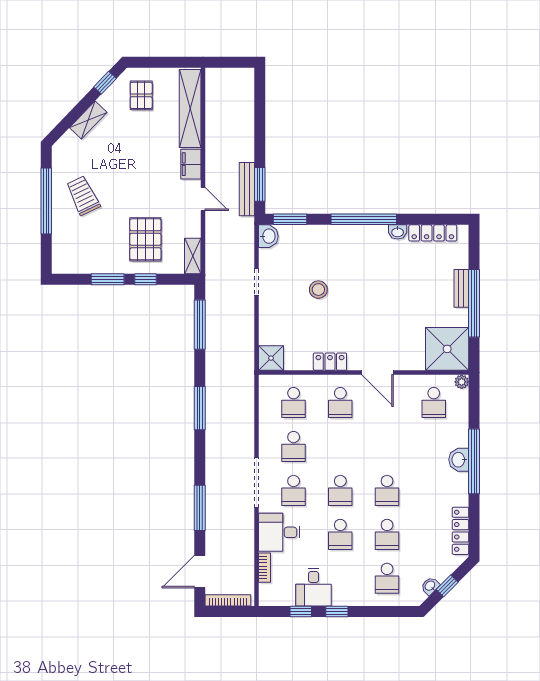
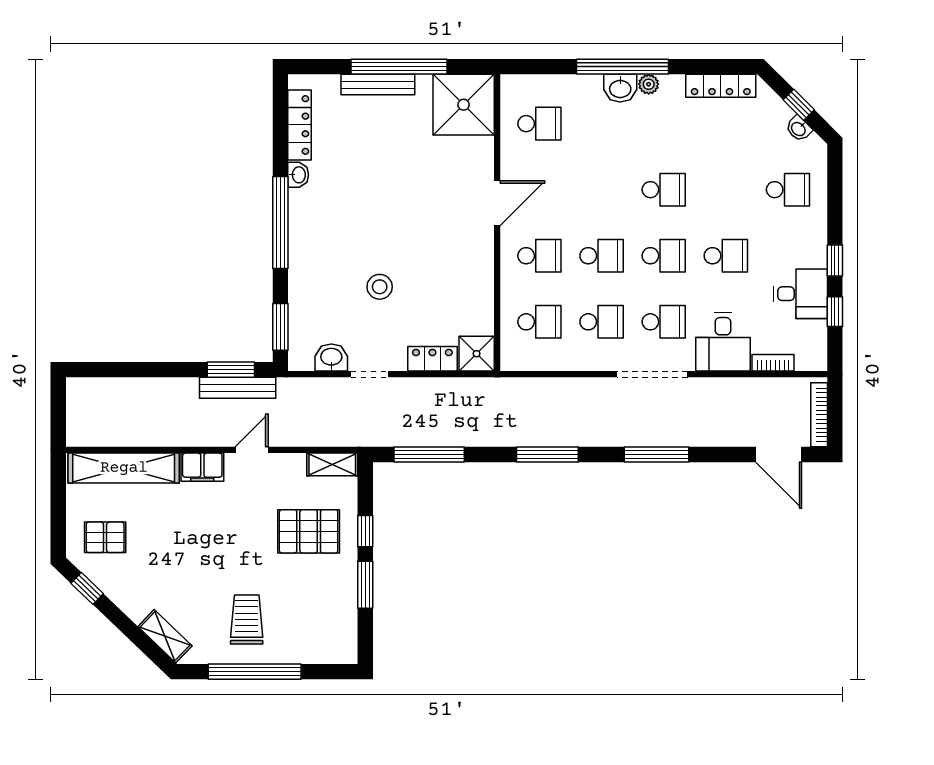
shelving: (88, 120) -> (165, 636), moved
trolley: (83, 196) -> (247, 620), turned 116
washbasin: (268, 236) -> (331, 357), moved
bench: (461, 288) -> (378, 85), width x1.36
locker: (330, 362) -> (432, 359), moved, turned 90
plant: (462, 382) -> (649, 84), moved
window: (200, 508) -> (656, 455), moved
school desk: (387, 534) -> (602, 256), moved

